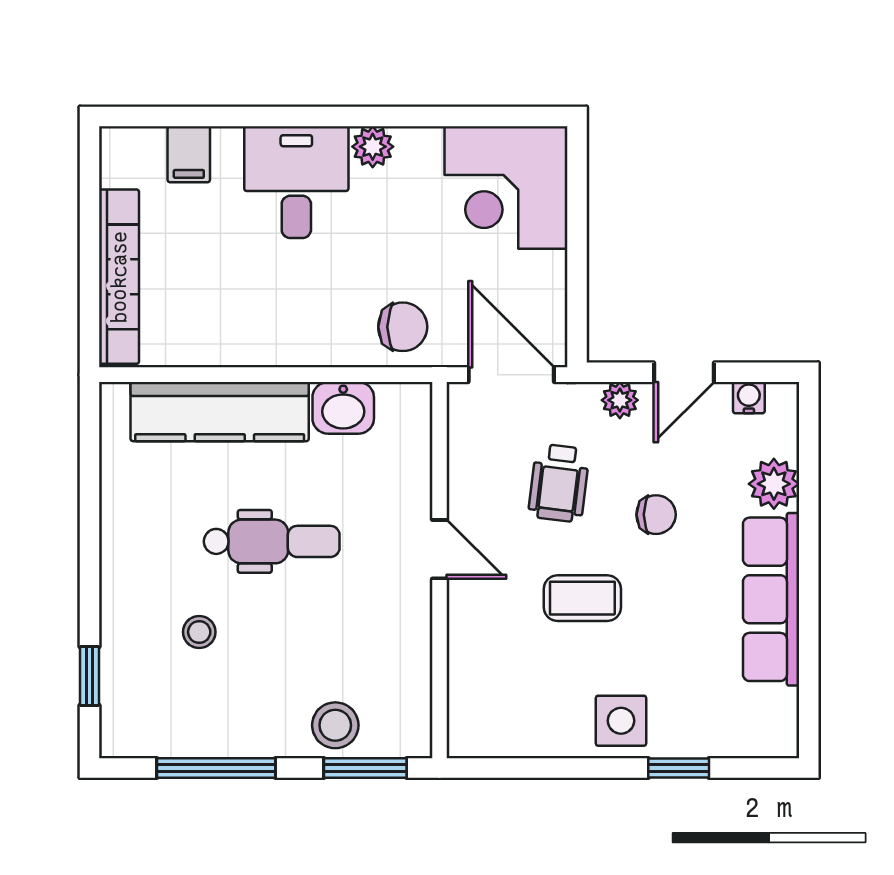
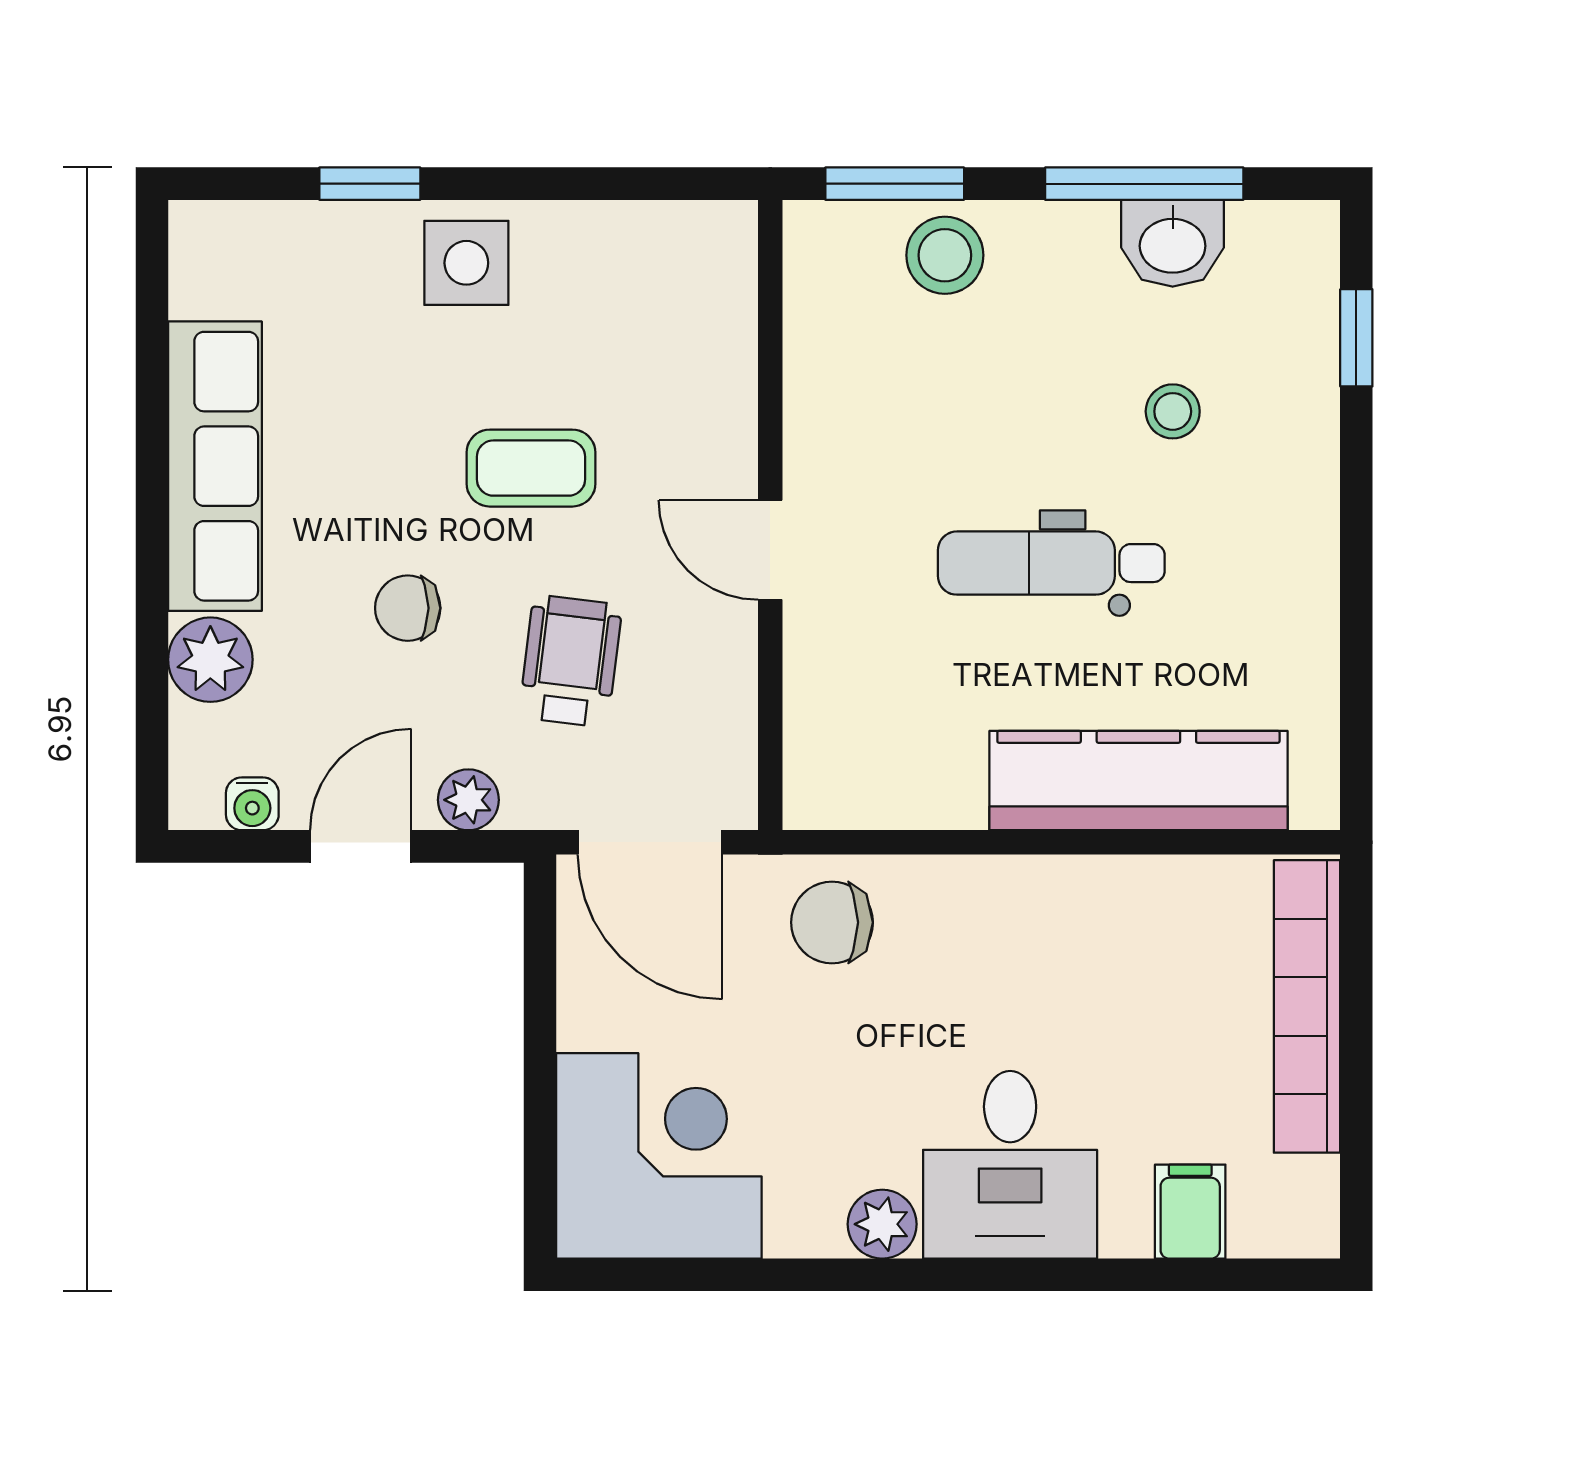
washbasin: (343, 408) -> (1173, 243), moved, turned 180

